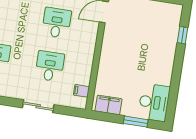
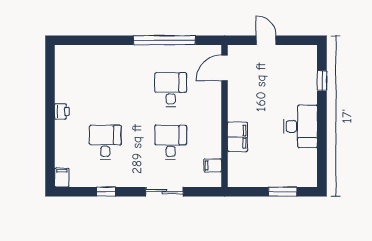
desk: (154, 102) -> (300, 126), moved
filing cabinet: (108, 105) -> (238, 137), moved, turned 90

